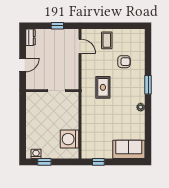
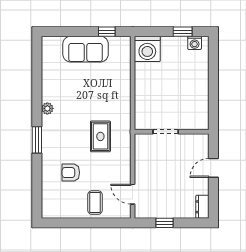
washing machine: (70, 139) -> (147, 49), moved, turned 90
sofa: (129, 149) -> (86, 49), moved

